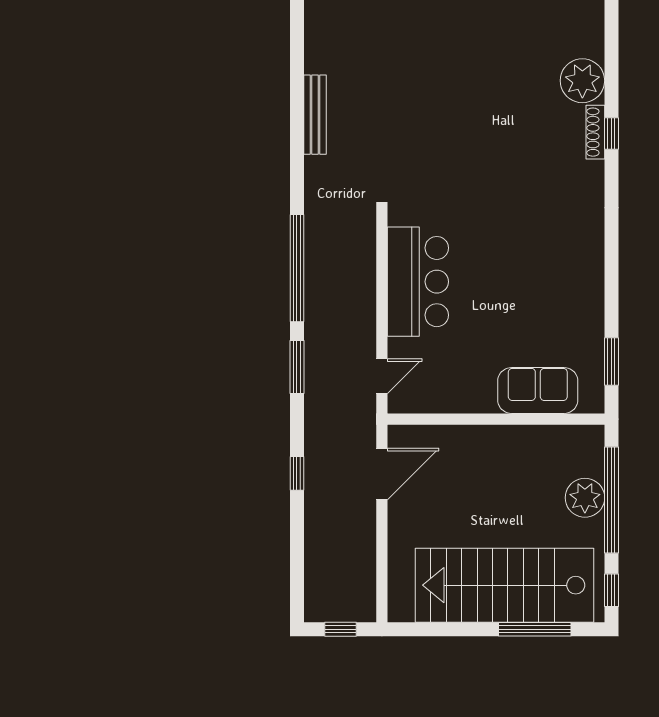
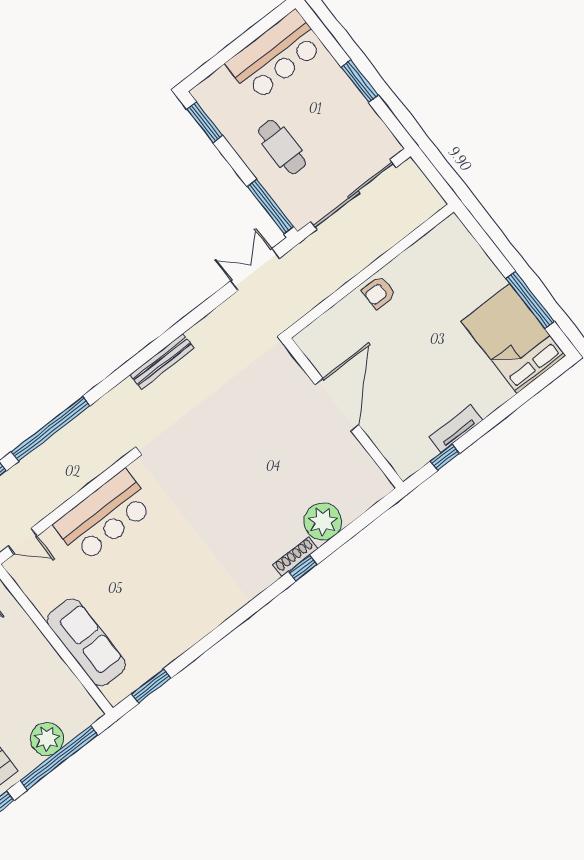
sofa: (538, 390) -> (86, 642), width x1.36

